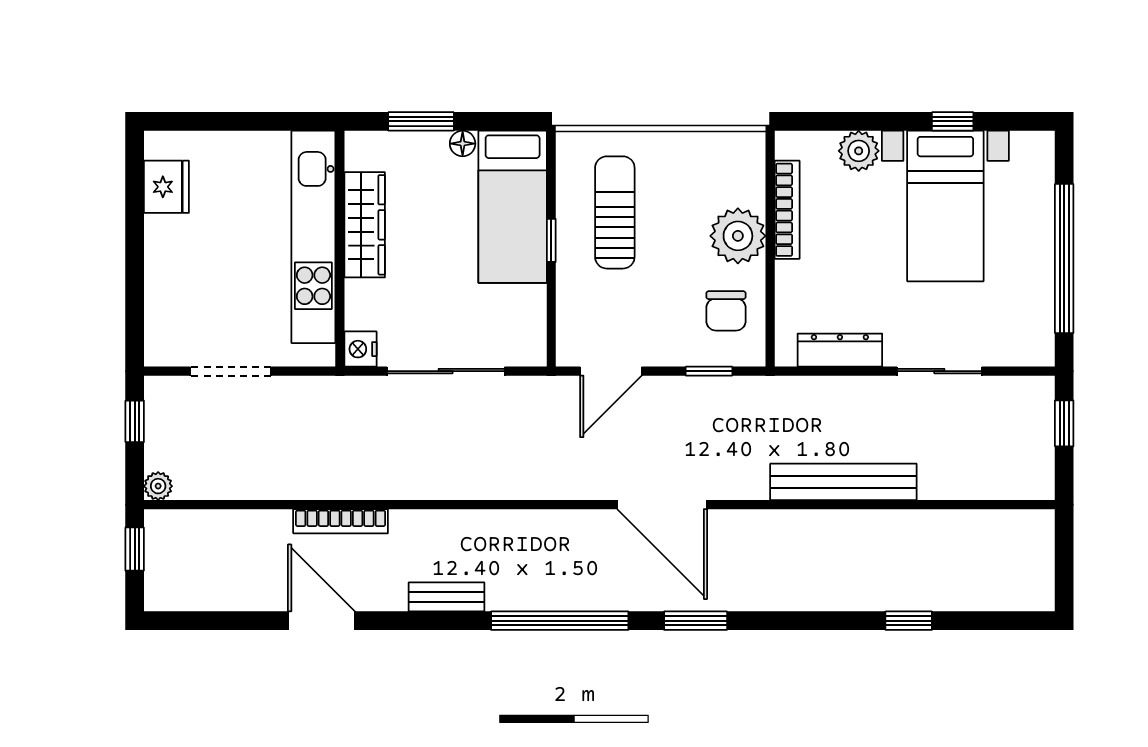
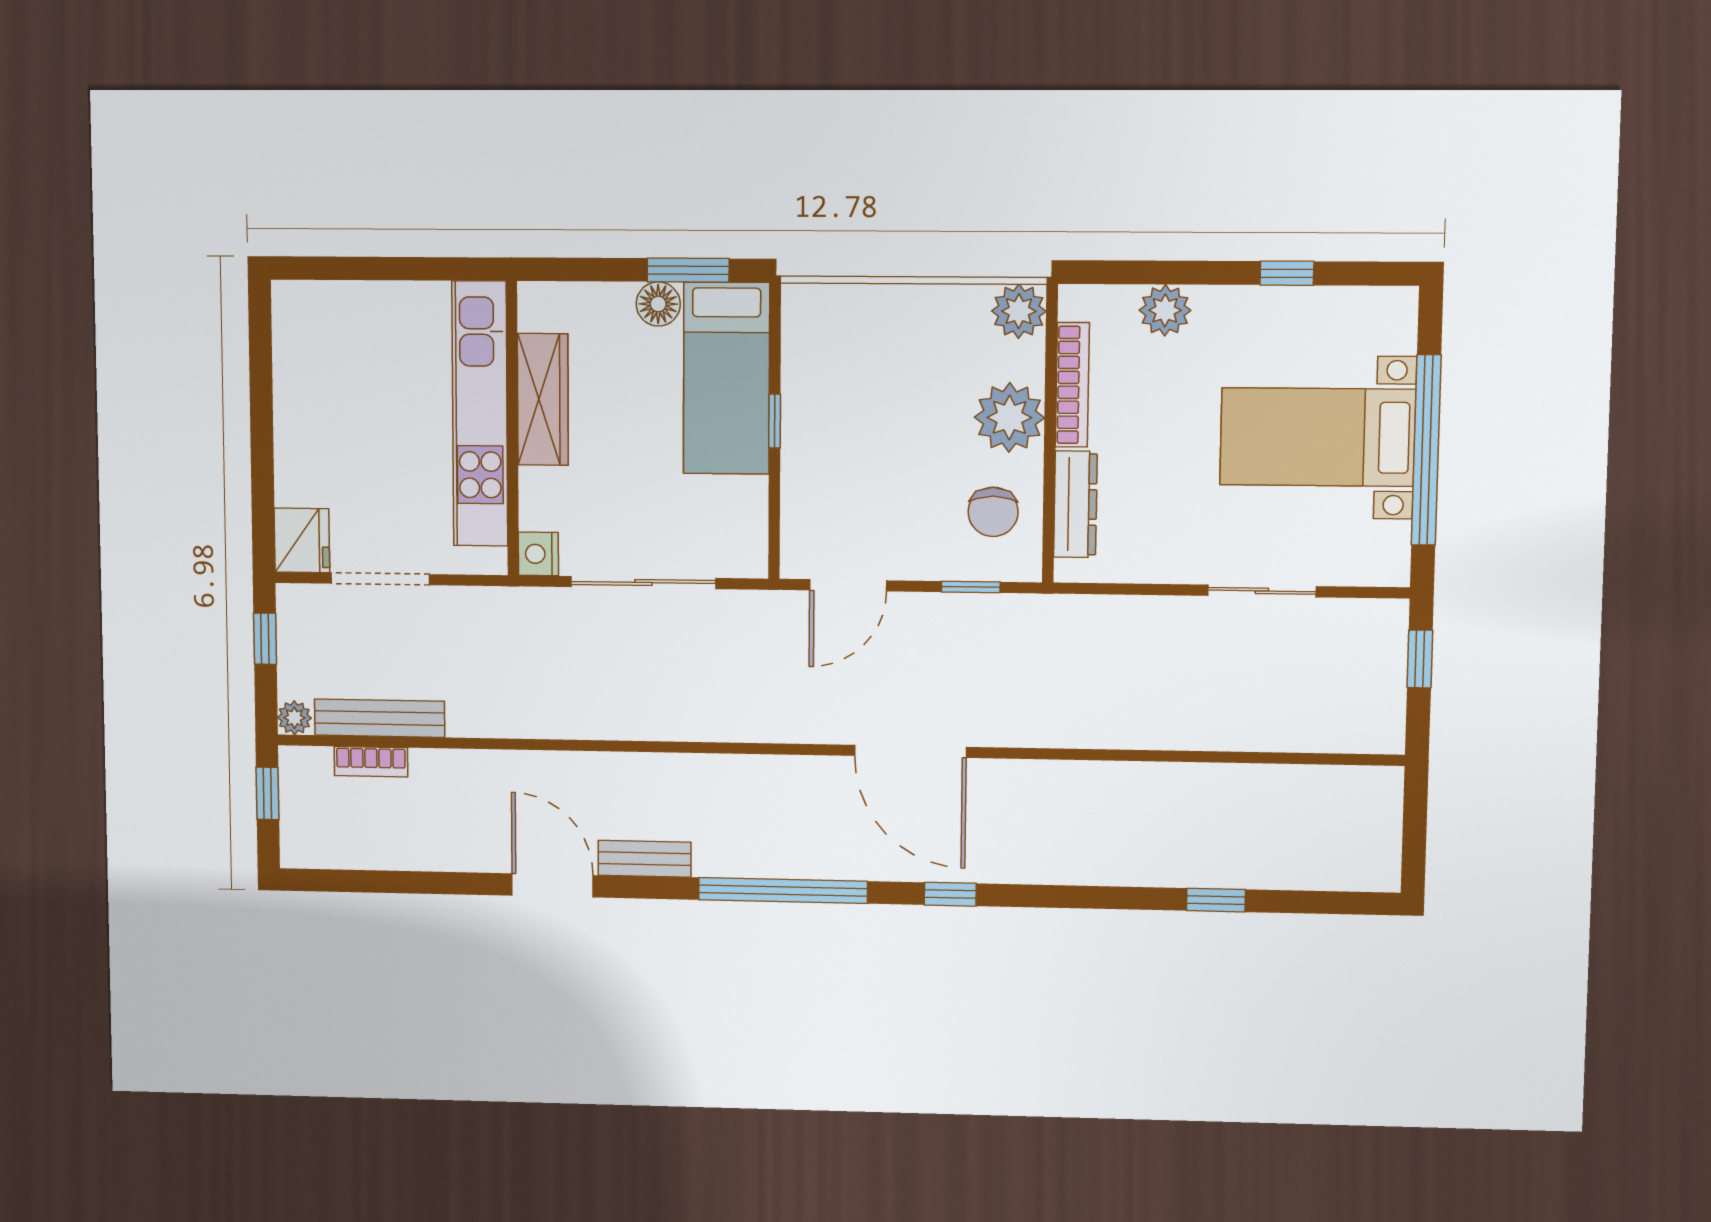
window: (421, 121) -> (688, 270), moved
floor lamp: (463, 144) -> (658, 304), width x1.37, depth x1.37
plant: (744, 152) -> (1019, 311), added
fridge: (166, 187) -> (302, 540), moved
bed with nightstands: (945, 206) -> (1317, 437), moved, turned 90
sun lounger: (615, 212) -> (855, 386), removed
dresser: (840, 350) -> (1075, 504), moved, turned 90
bench: (843, 482) -> (380, 718), moved, width x0.73, depth x0.82
bookcase: (341, 521) -> (371, 762), moved, width x0.64
door: (321, 621) -> (552, 885), moved
window: (696, 621) -> (950, 894), width x0.67

